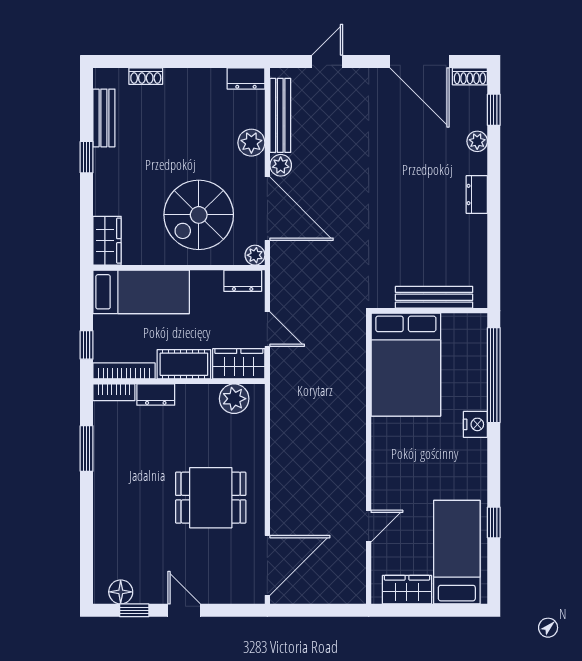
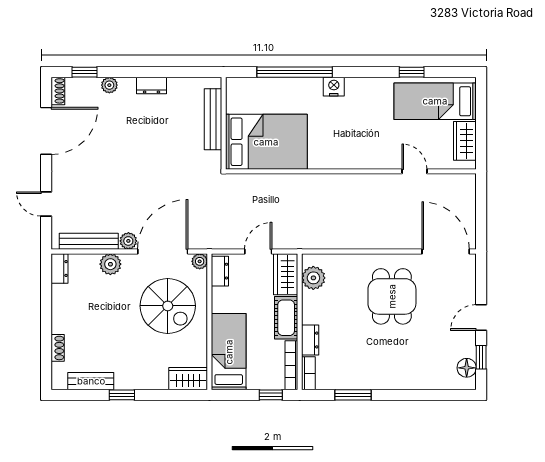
bench: (434, 297) -> (213, 119), moved
wall: (429, 311) -> (224, 123), moved
bed: (406, 365) -> (266, 142), moved

